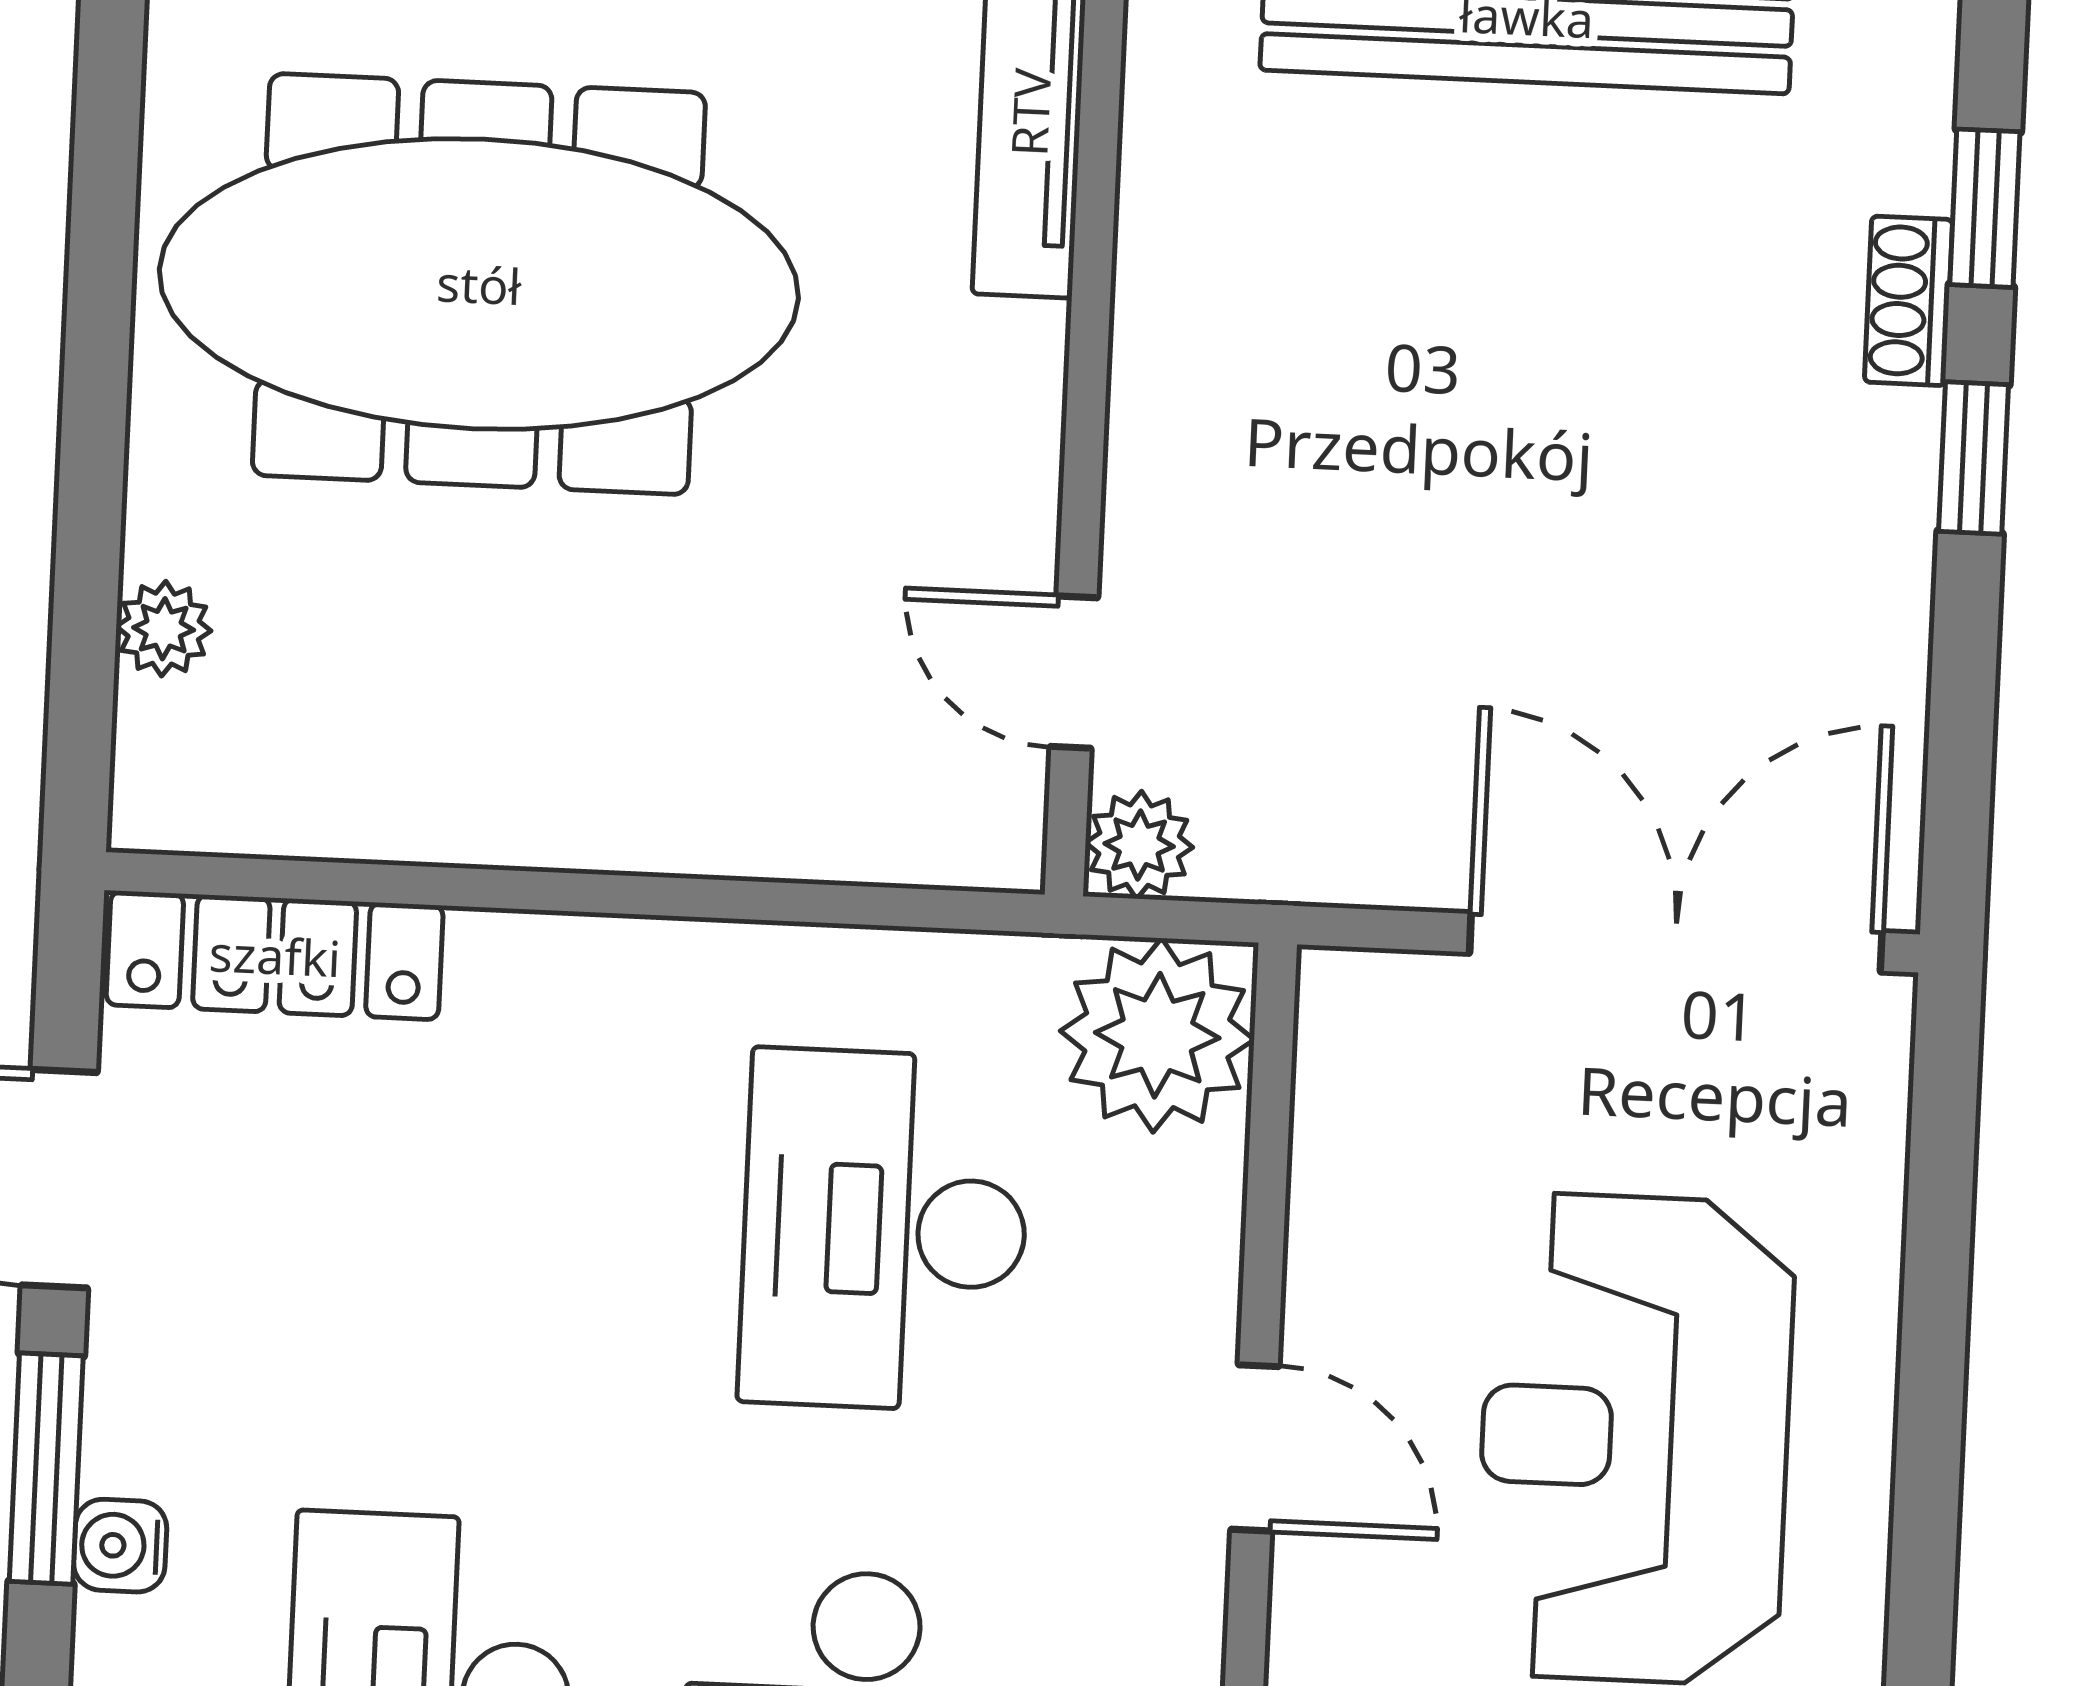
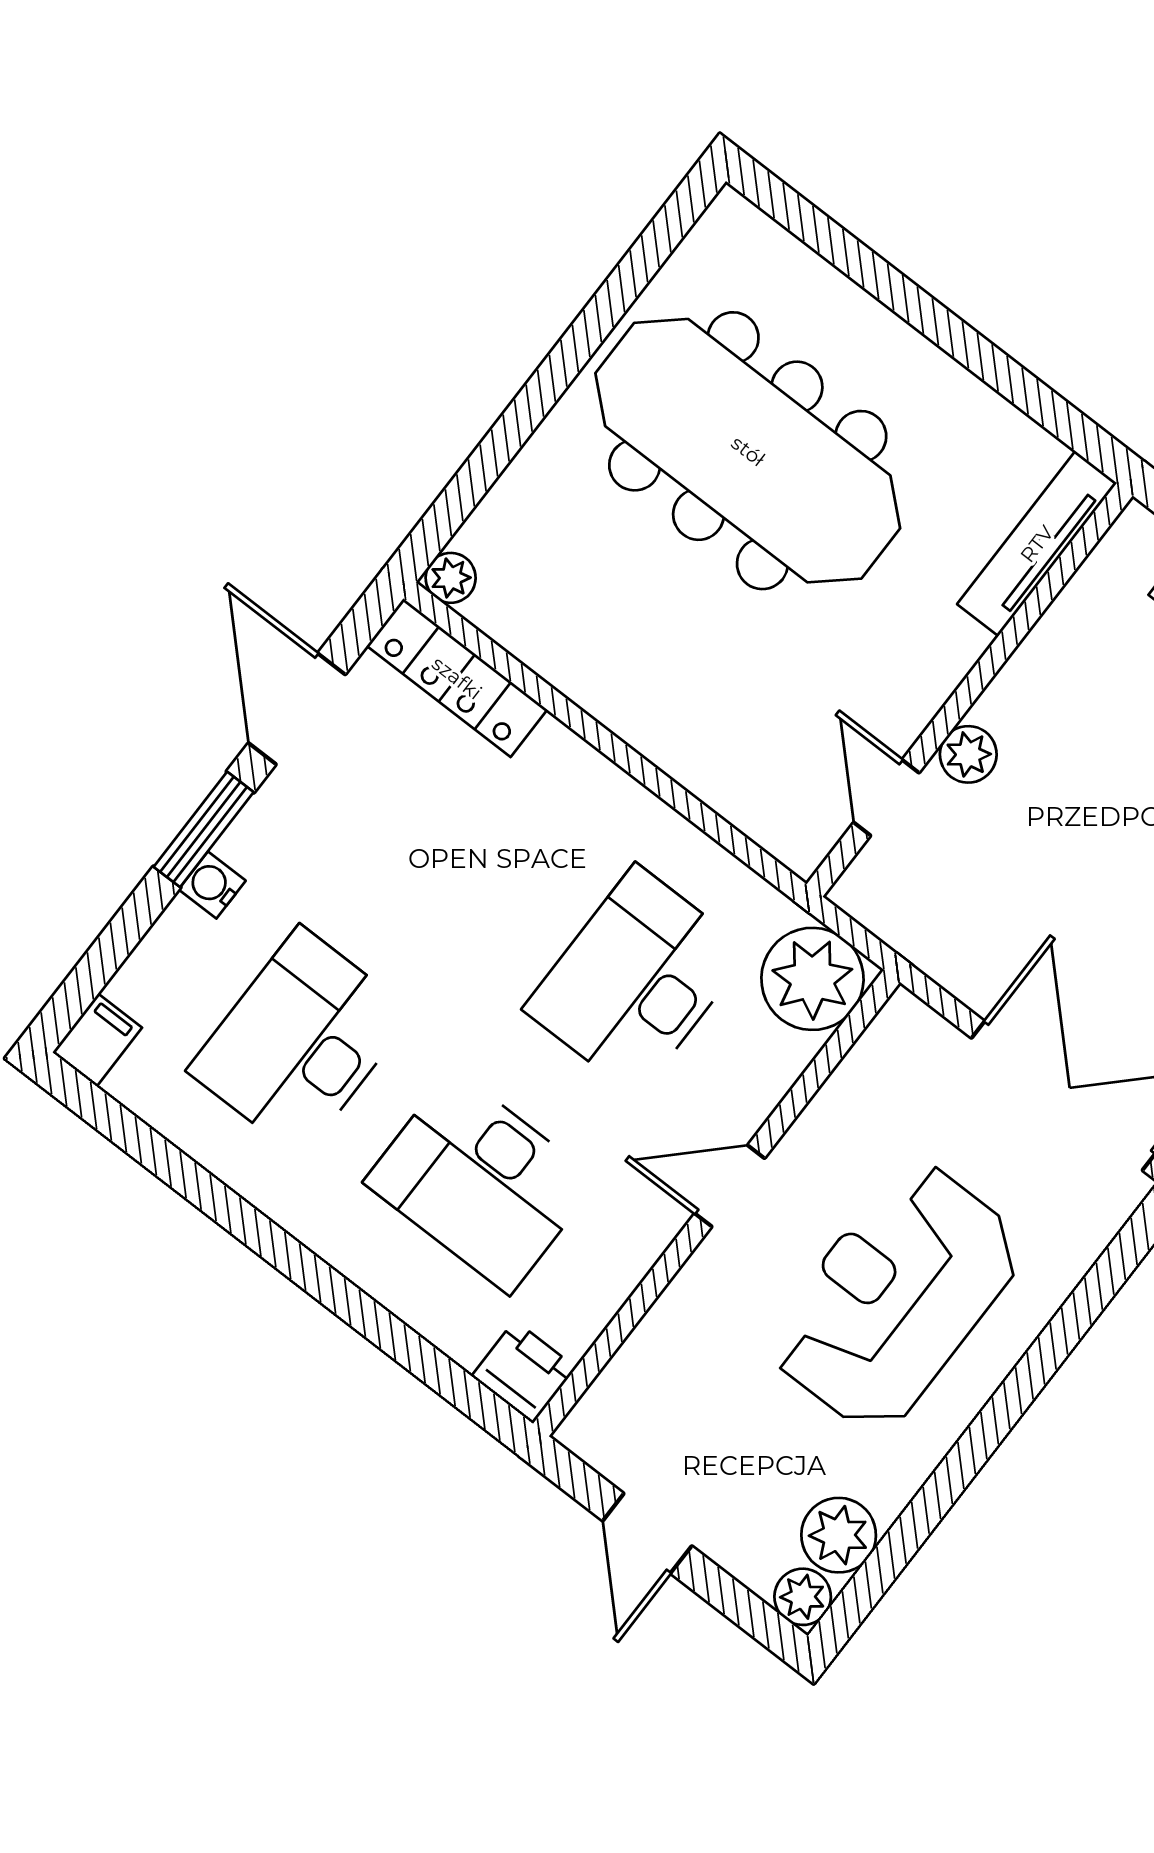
plant: (164, 629) -> (451, 578), moved
plant: (1139, 845) -> (968, 754), moved
door: (1255, 1448) -> (730, 1186), swing flipped

